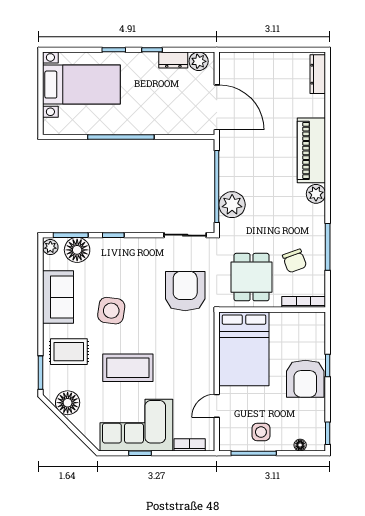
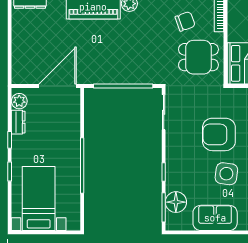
plant: (232, 205) -> (138, 73), removed
plant: (50, 247) -> (174, 224), removed
armchair: (185, 291) -> (219, 134), moved

